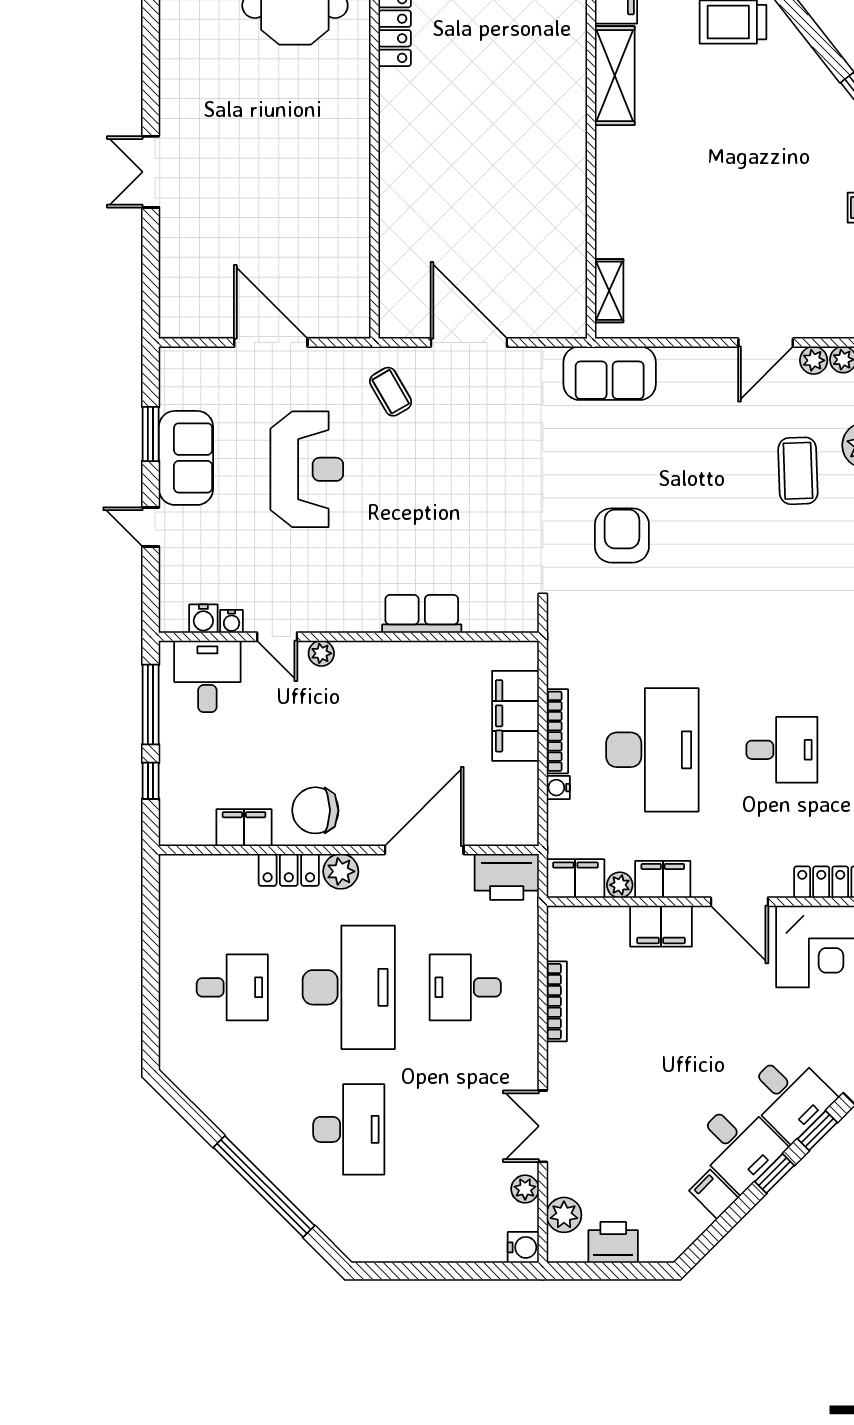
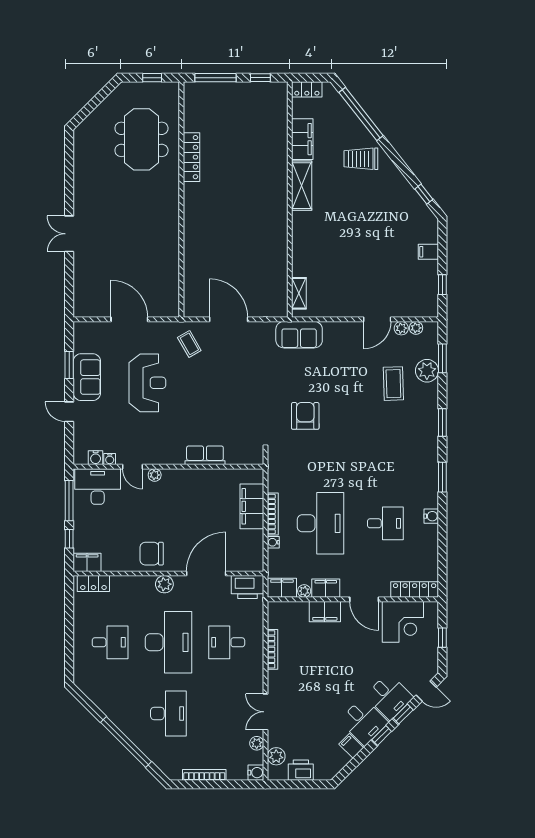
desk: (207, 676) -> (98, 487), width x1.37
filing cabinet: (244, 828) -> (87, 562), moved
locker: (289, 870) -> (93, 583), moved
bookcase: (420, 1252) -> (204, 775), added

